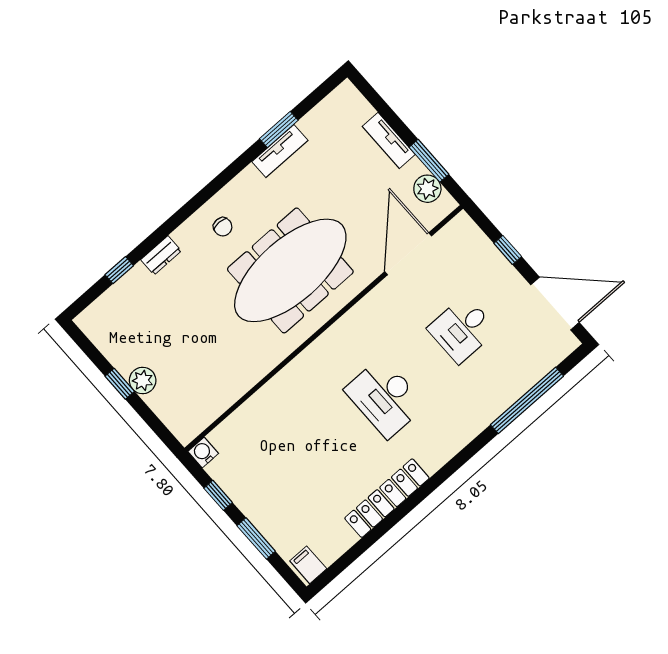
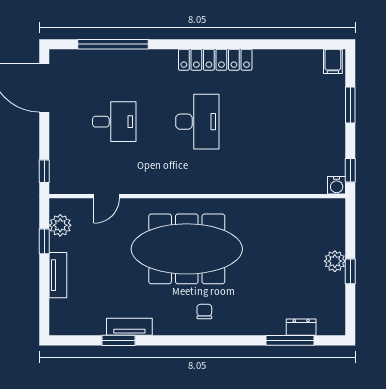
window: (429, 161) -> (44, 241), width x0.67
window: (508, 250) -> (44, 171), moved
door: (408, 254) -> (107, 196), width x0.53
dresser: (161, 255) -> (301, 327), moved
window: (119, 270) -> (290, 340), width x2.17
window: (218, 495) -> (350, 170), moved
locker: (387, 498) -> (215, 60), moved

